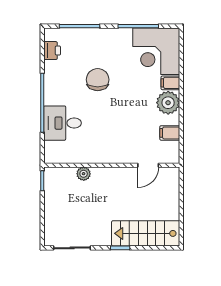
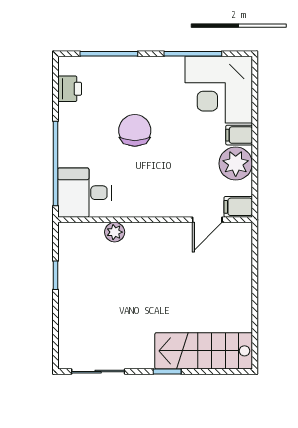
wall: (112, 165) -> (155, 220), moved
door: (148, 165) -> (207, 220), moved
plant: (84, 174) -> (115, 232), moved

